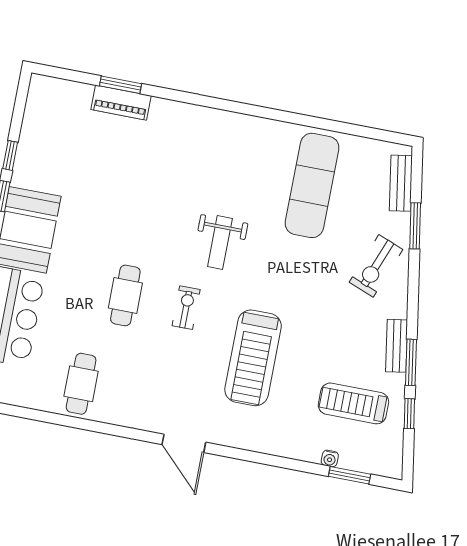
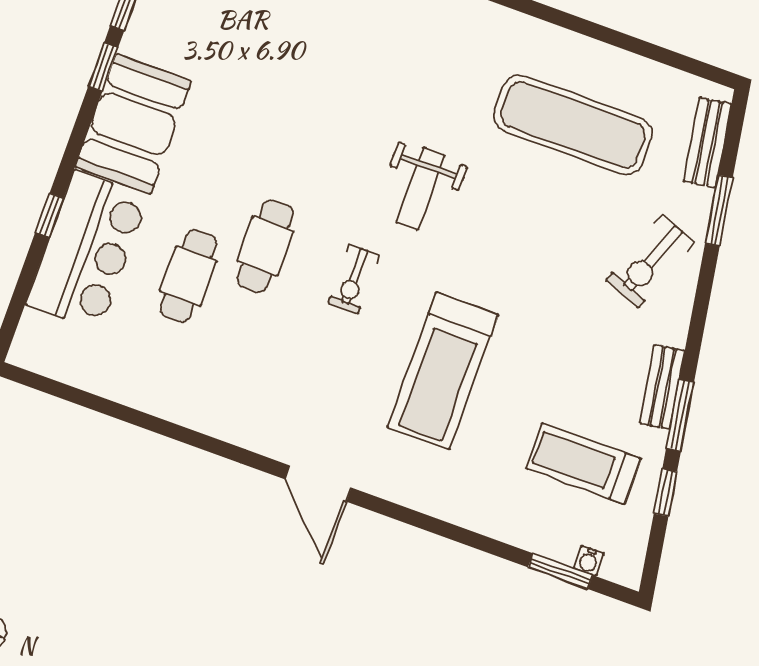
exercise mat: (312, 185) -> (573, 125), turned 90
exercise bike: (186, 308) -> (354, 279), turned 180
cafe table: (81, 384) -> (188, 276), moved
water cooler: (330, 458) -> (589, 561), moved

